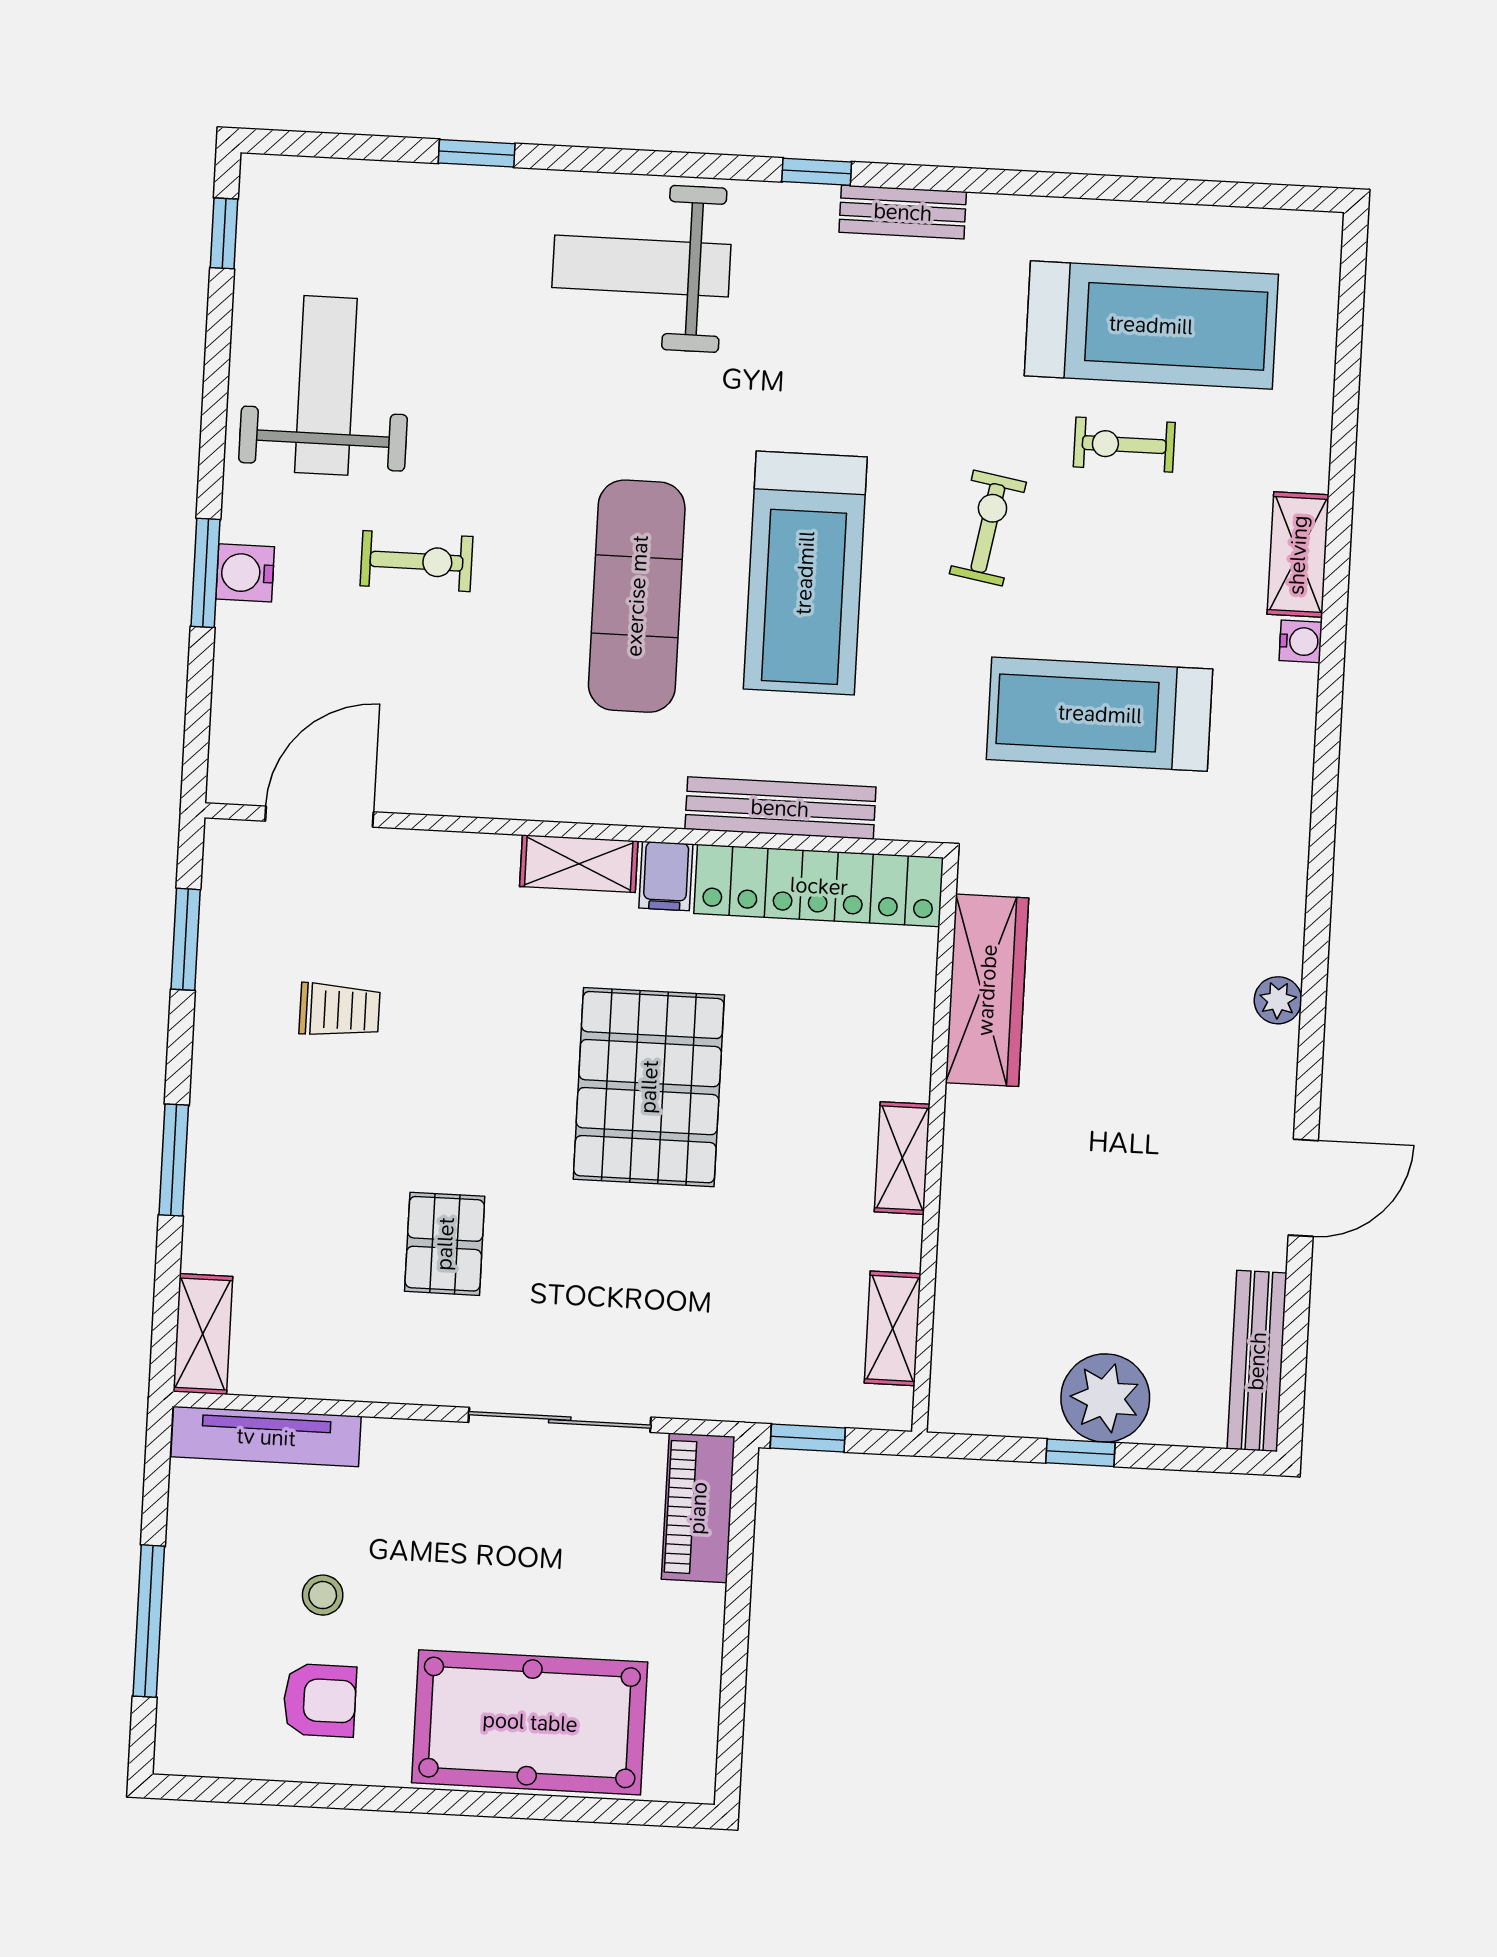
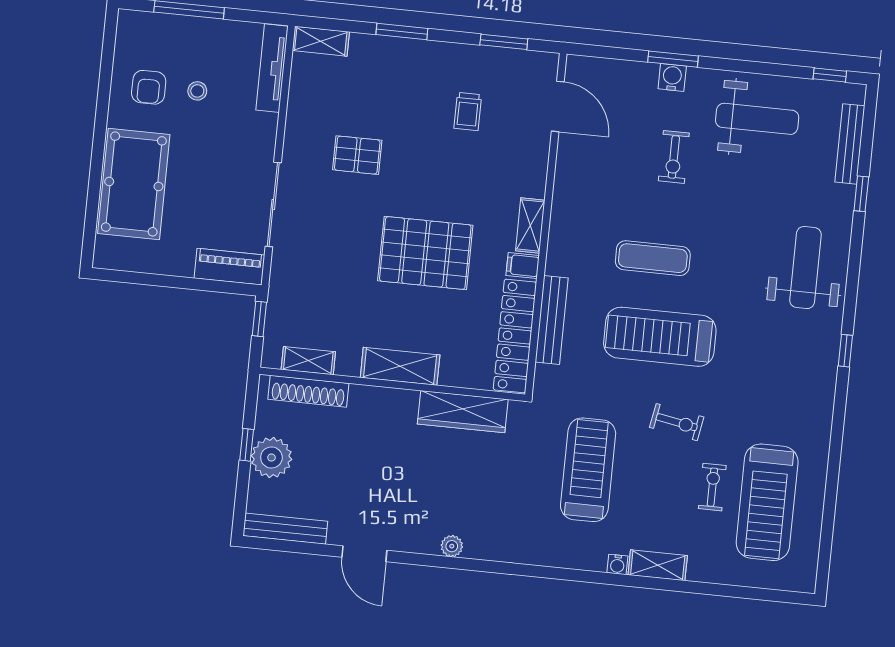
bench: (903, 212) -> (850, 144), moved, width x1.36
exercise mat: (637, 596) -> (653, 258), width x0.73, depth x0.69
shelving: (902, 1158) -> (400, 366), width x1.50, depth x1.33
shoe rack: (959, 1325) -> (308, 391), added

